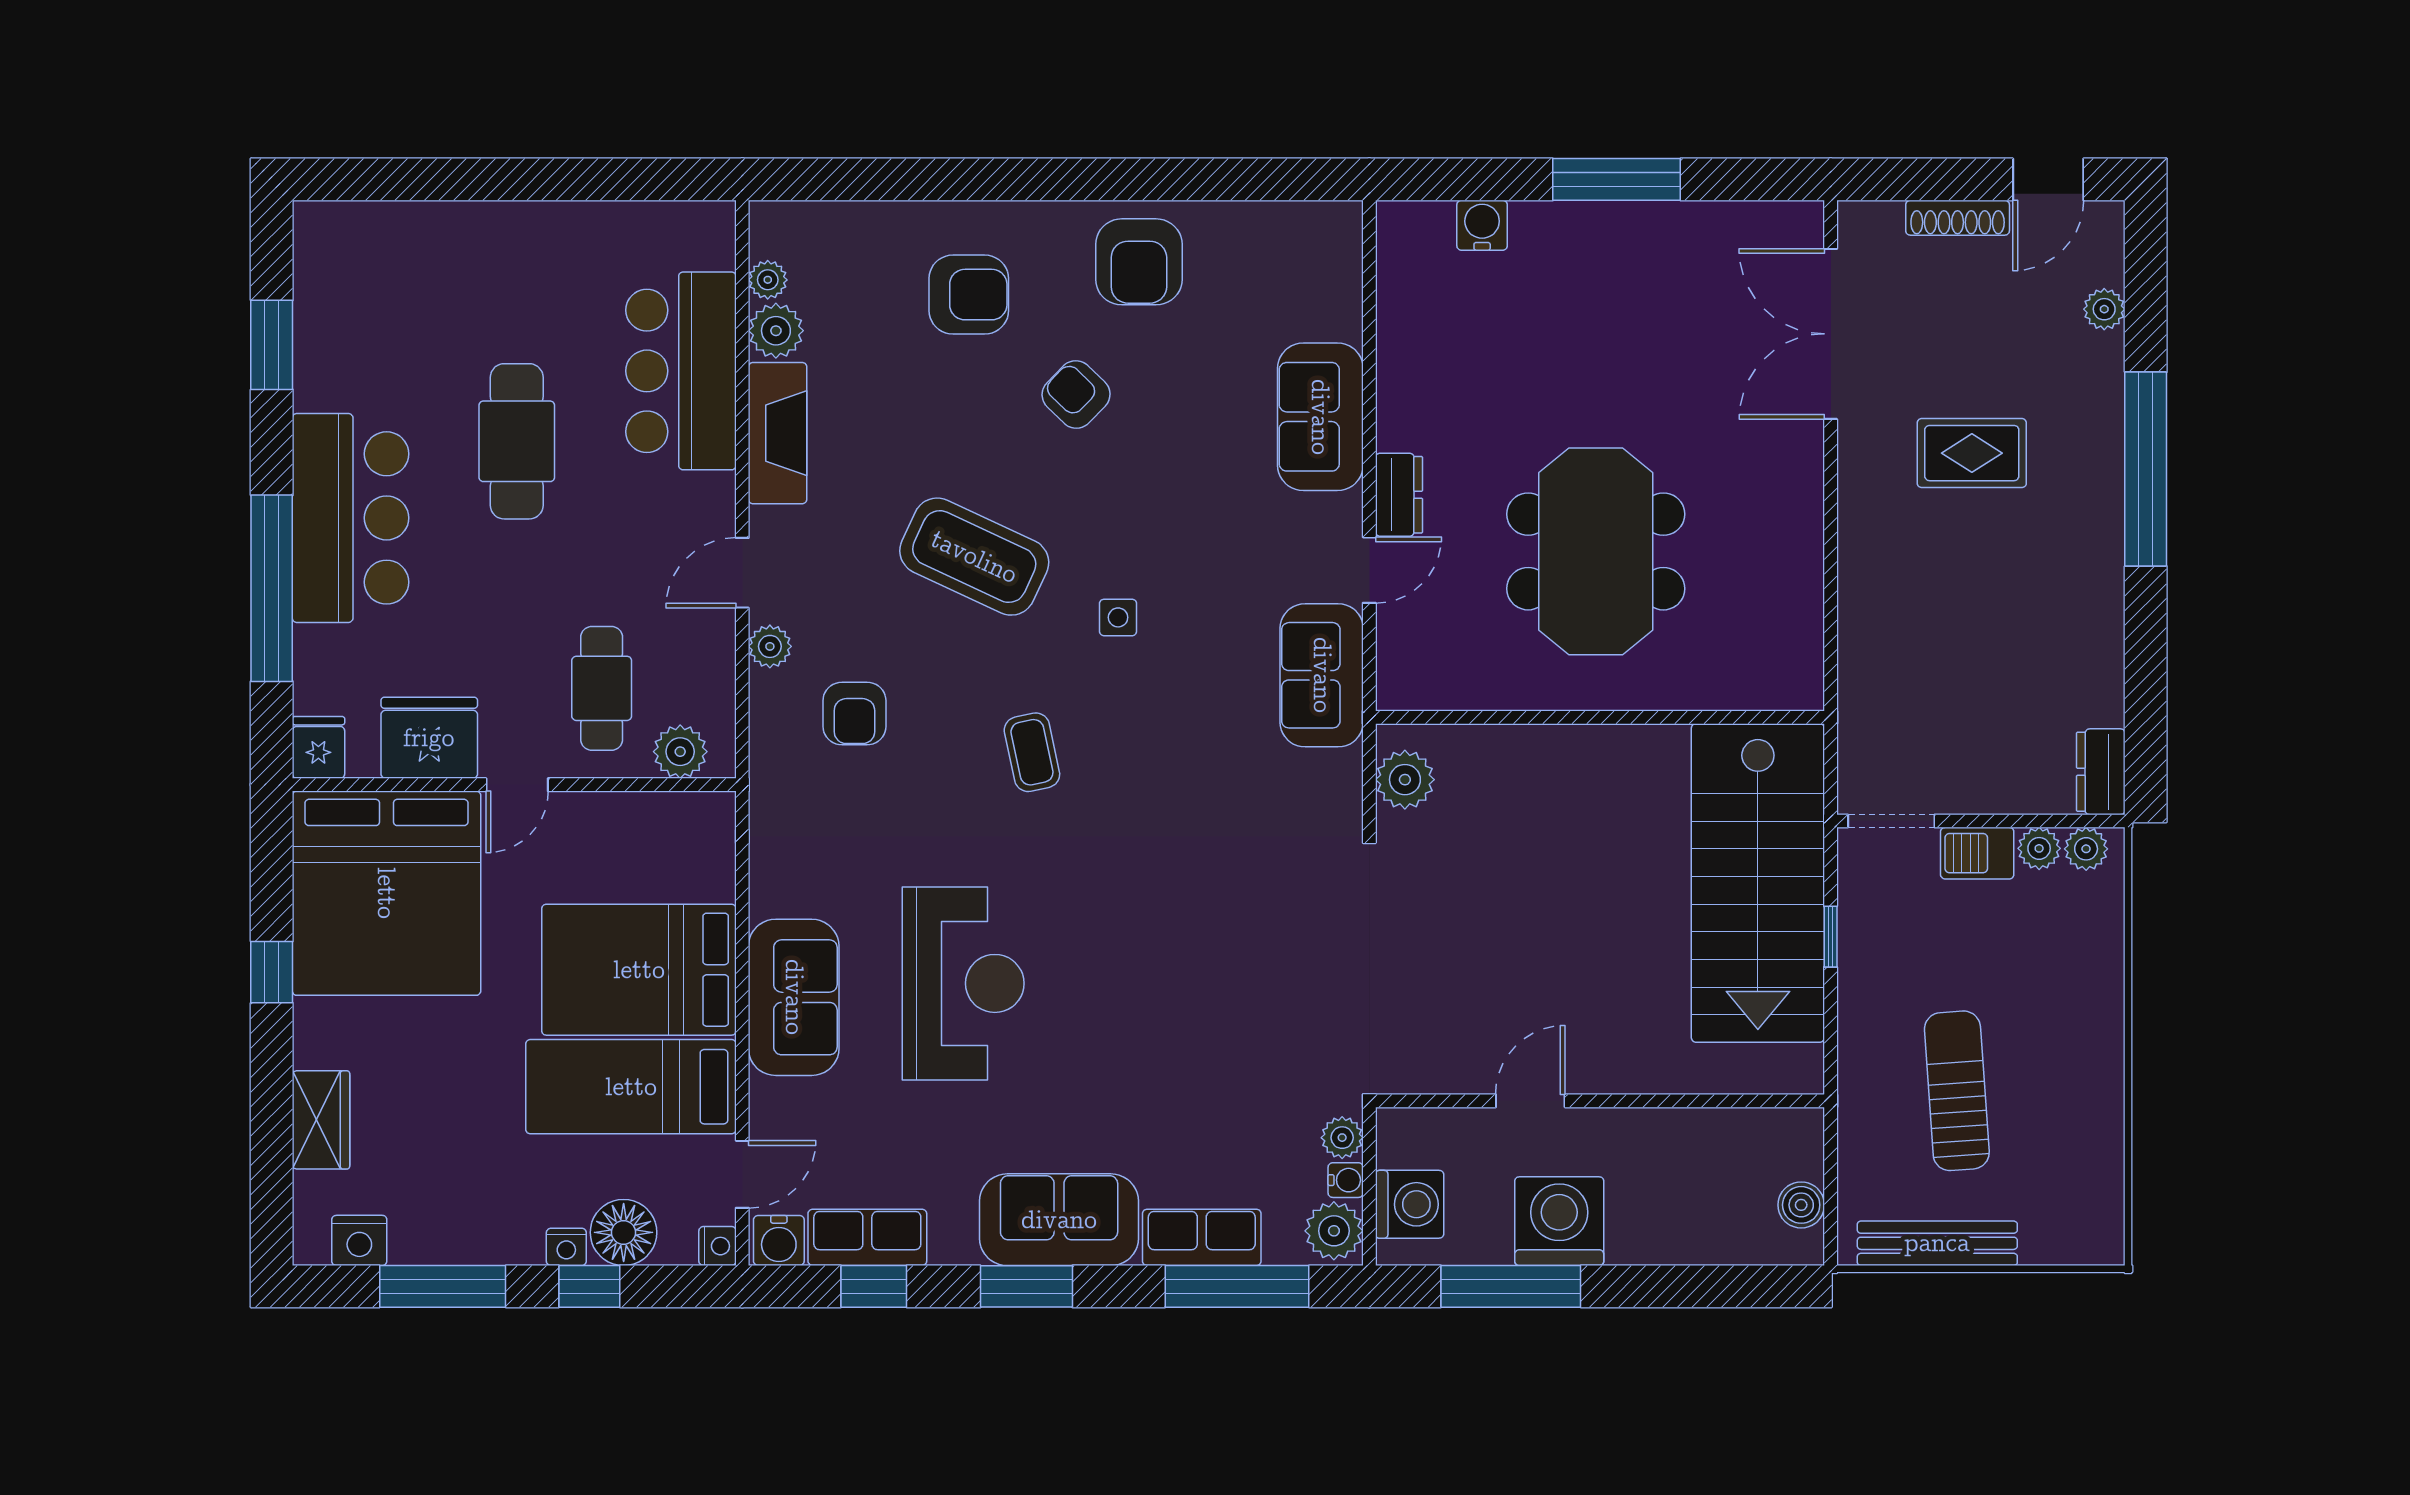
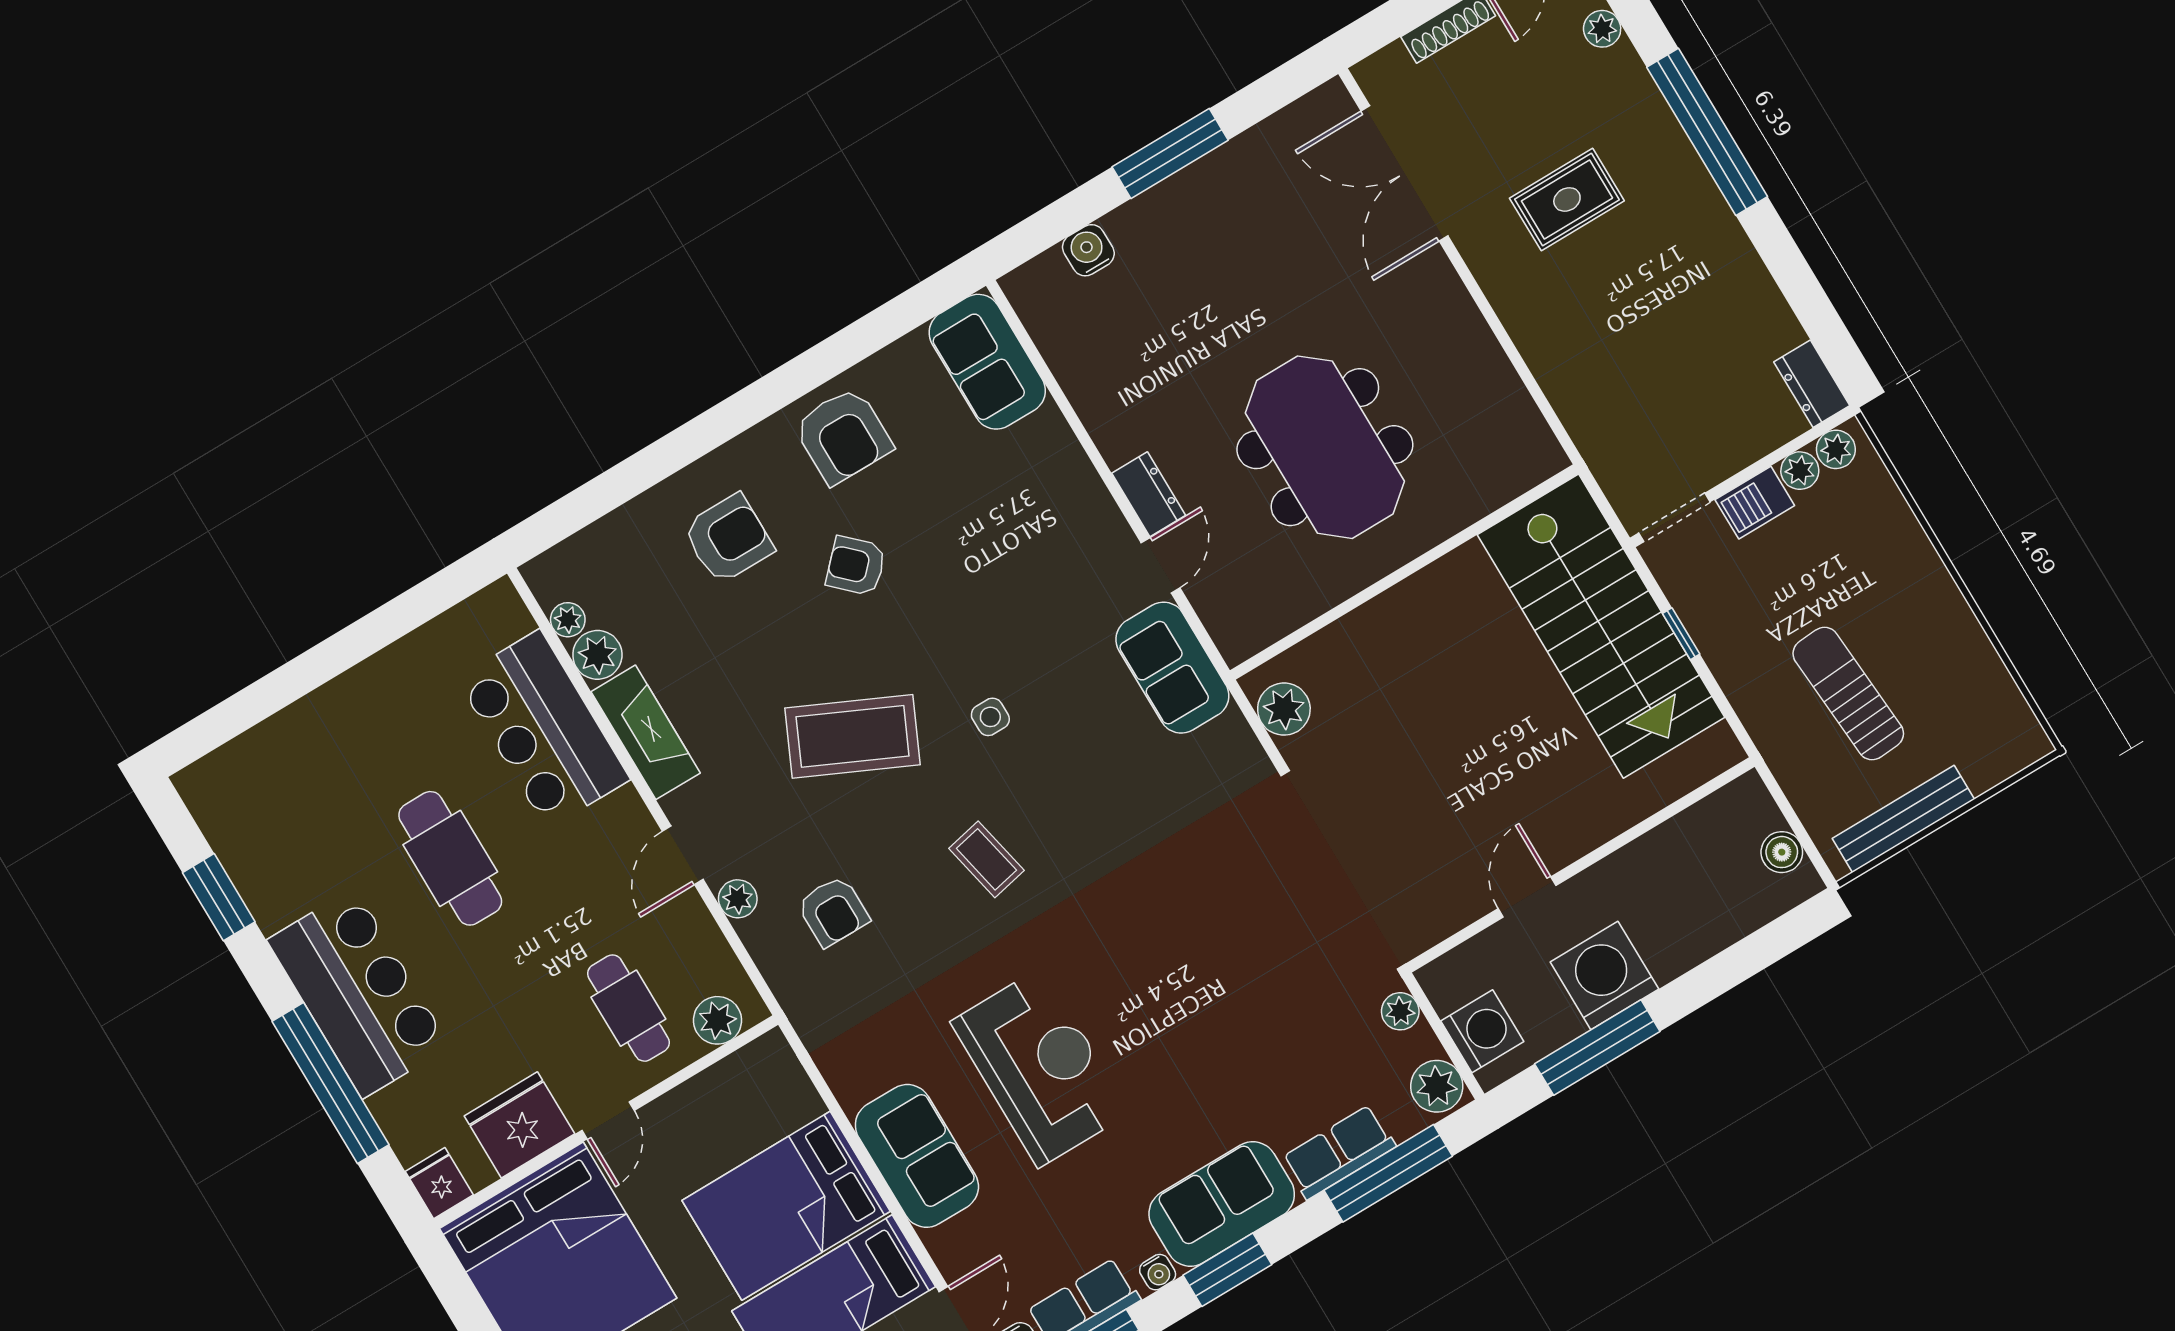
sofa: (1320, 417) -> (987, 362), moved
water cooler: (1346, 1180) -> (1158, 1272), moved, turned 90

